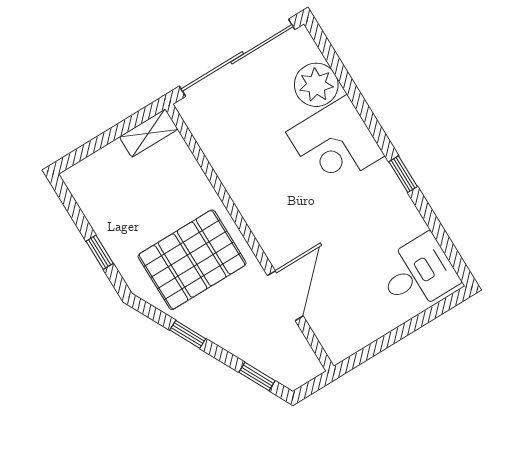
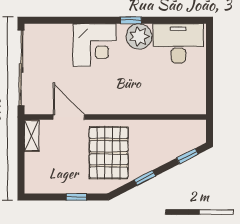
plant: (316, 85) -> (139, 36), moved
desk: (418, 273) -> (178, 43), width x1.37
door: (285, 296) -> (69, 117), moved

